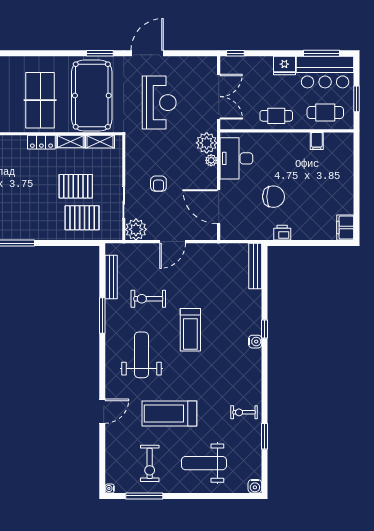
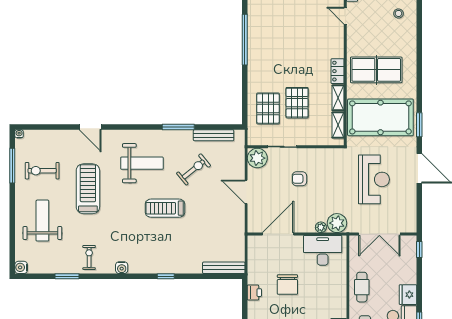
reception desk: (159, 103) -> (374, 179), turned -90
exercise bike: (148, 299) -> (194, 169), turned 51
water cooler: (255, 342) -> (122, 268), moved

